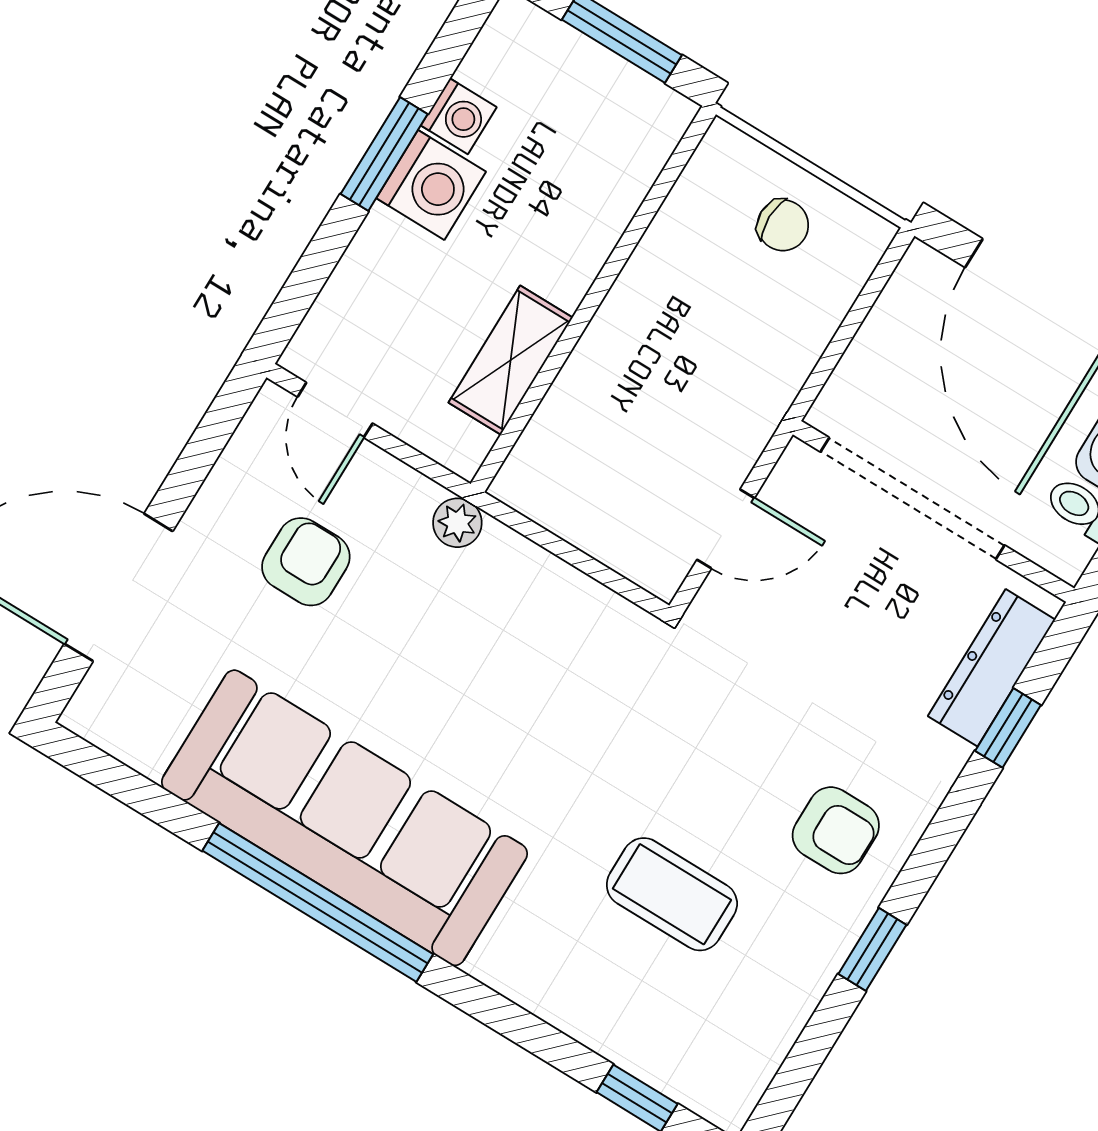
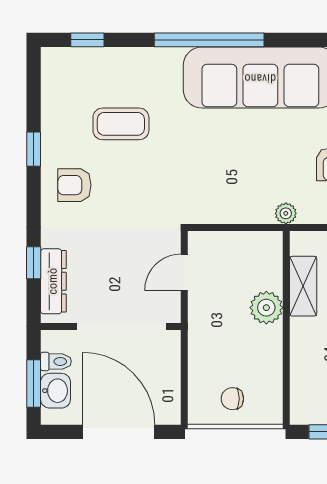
plant: (608, 362) -> (266, 308), added
window: (318, 902) -> (209, 40), moved

